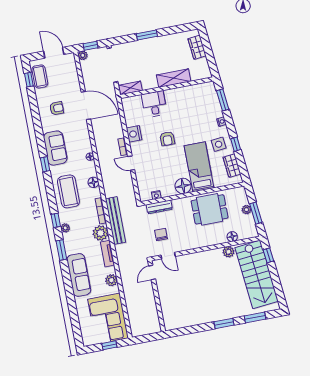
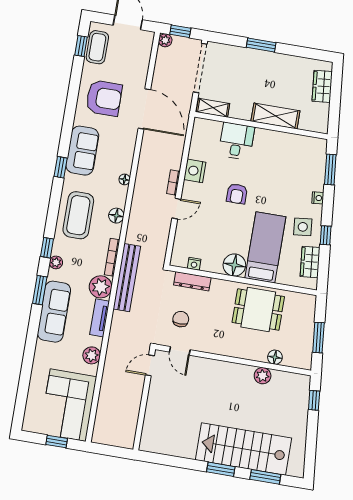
armchair: (57, 108) -> (104, 98), width x1.88, depth x1.88
door: (131, 163) -> (176, 209), swing flipped
plant: (246, 210) -> (308, 328), removed
stairs: (257, 274) -> (244, 449), moved, turned 96
sofa: (79, 275) -> (54, 312), moved

